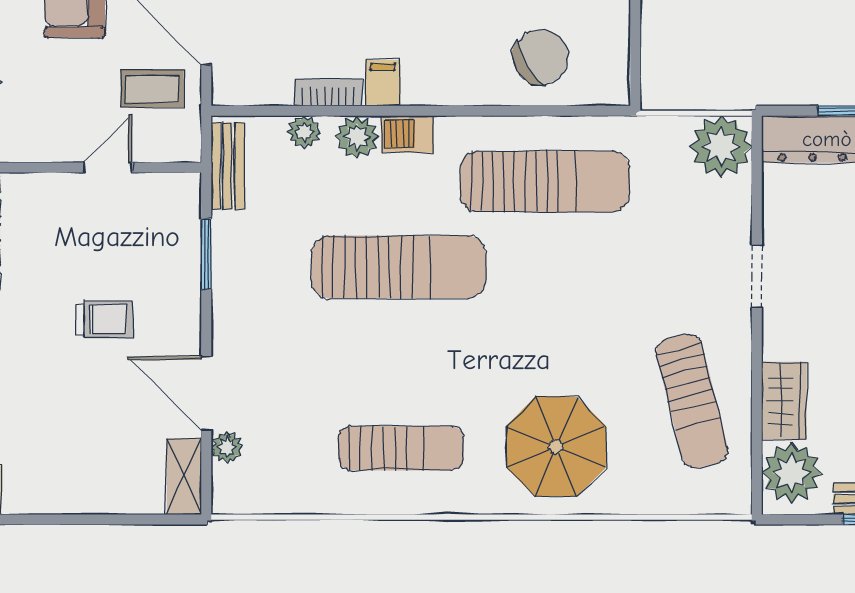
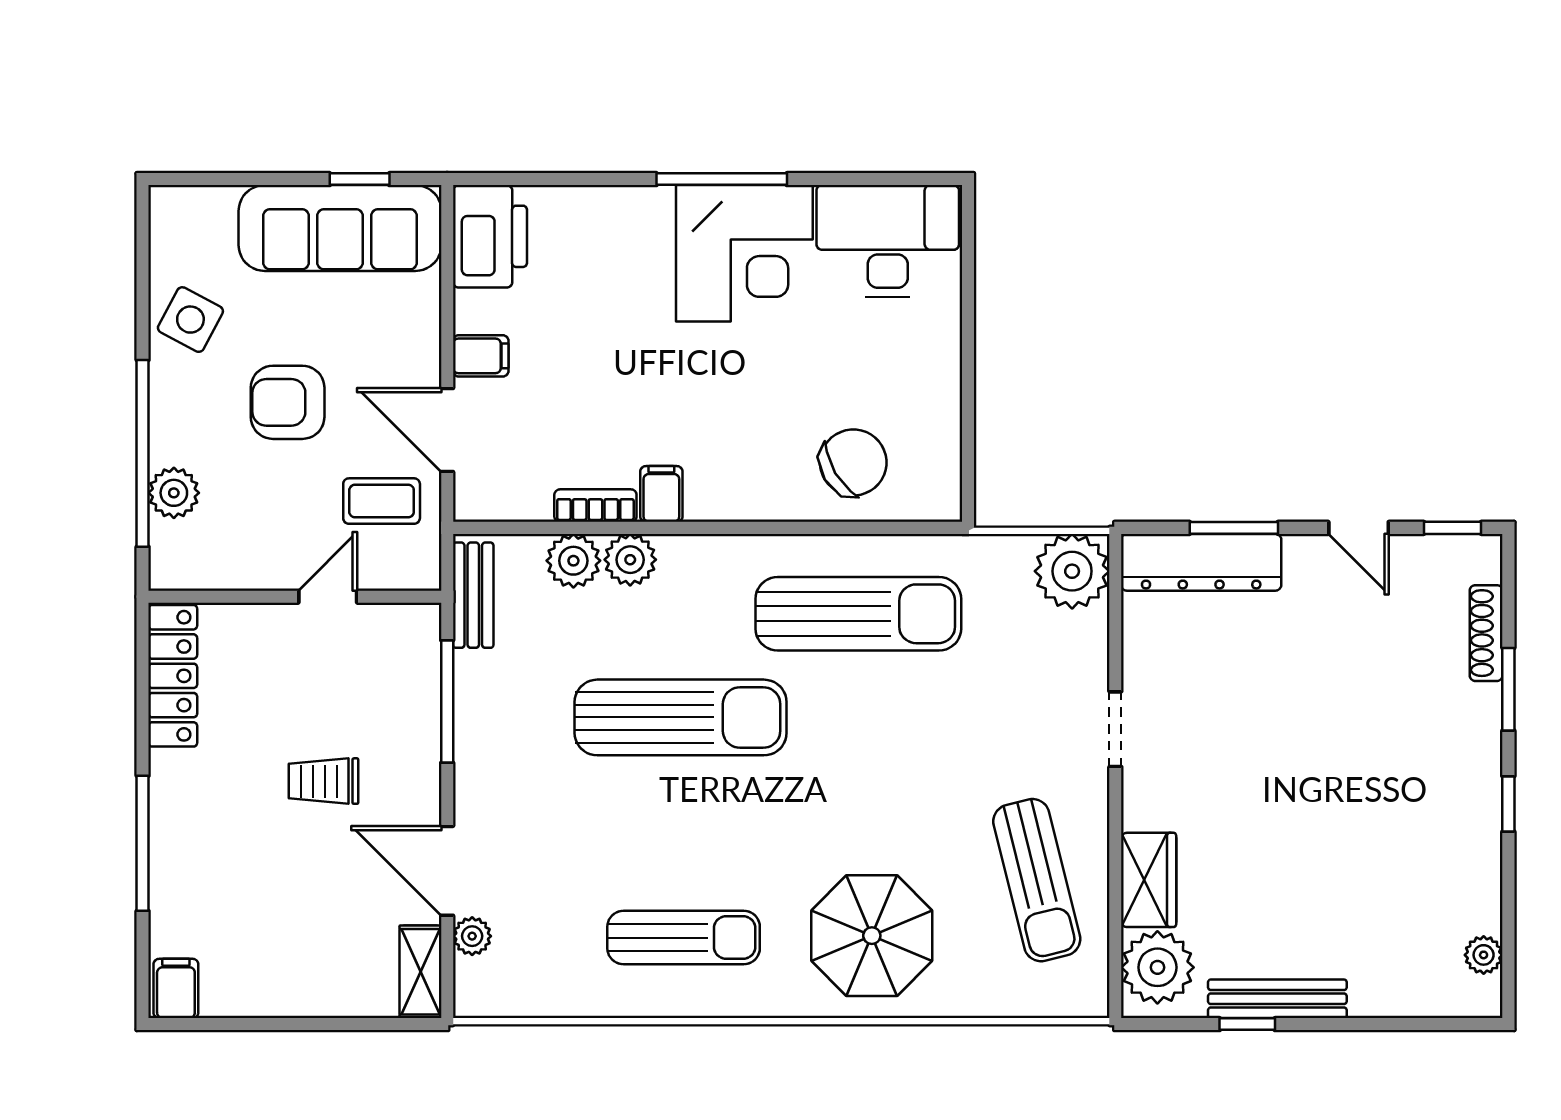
plant: (304, 132) -> (573, 561), width x1.38, depth x1.38
barbecue: (408, 134) -> (692, 556), removed
window: (206, 254) -> (447, 701), width x1.44
trolley: (104, 319) -> (324, 781), turned 180

